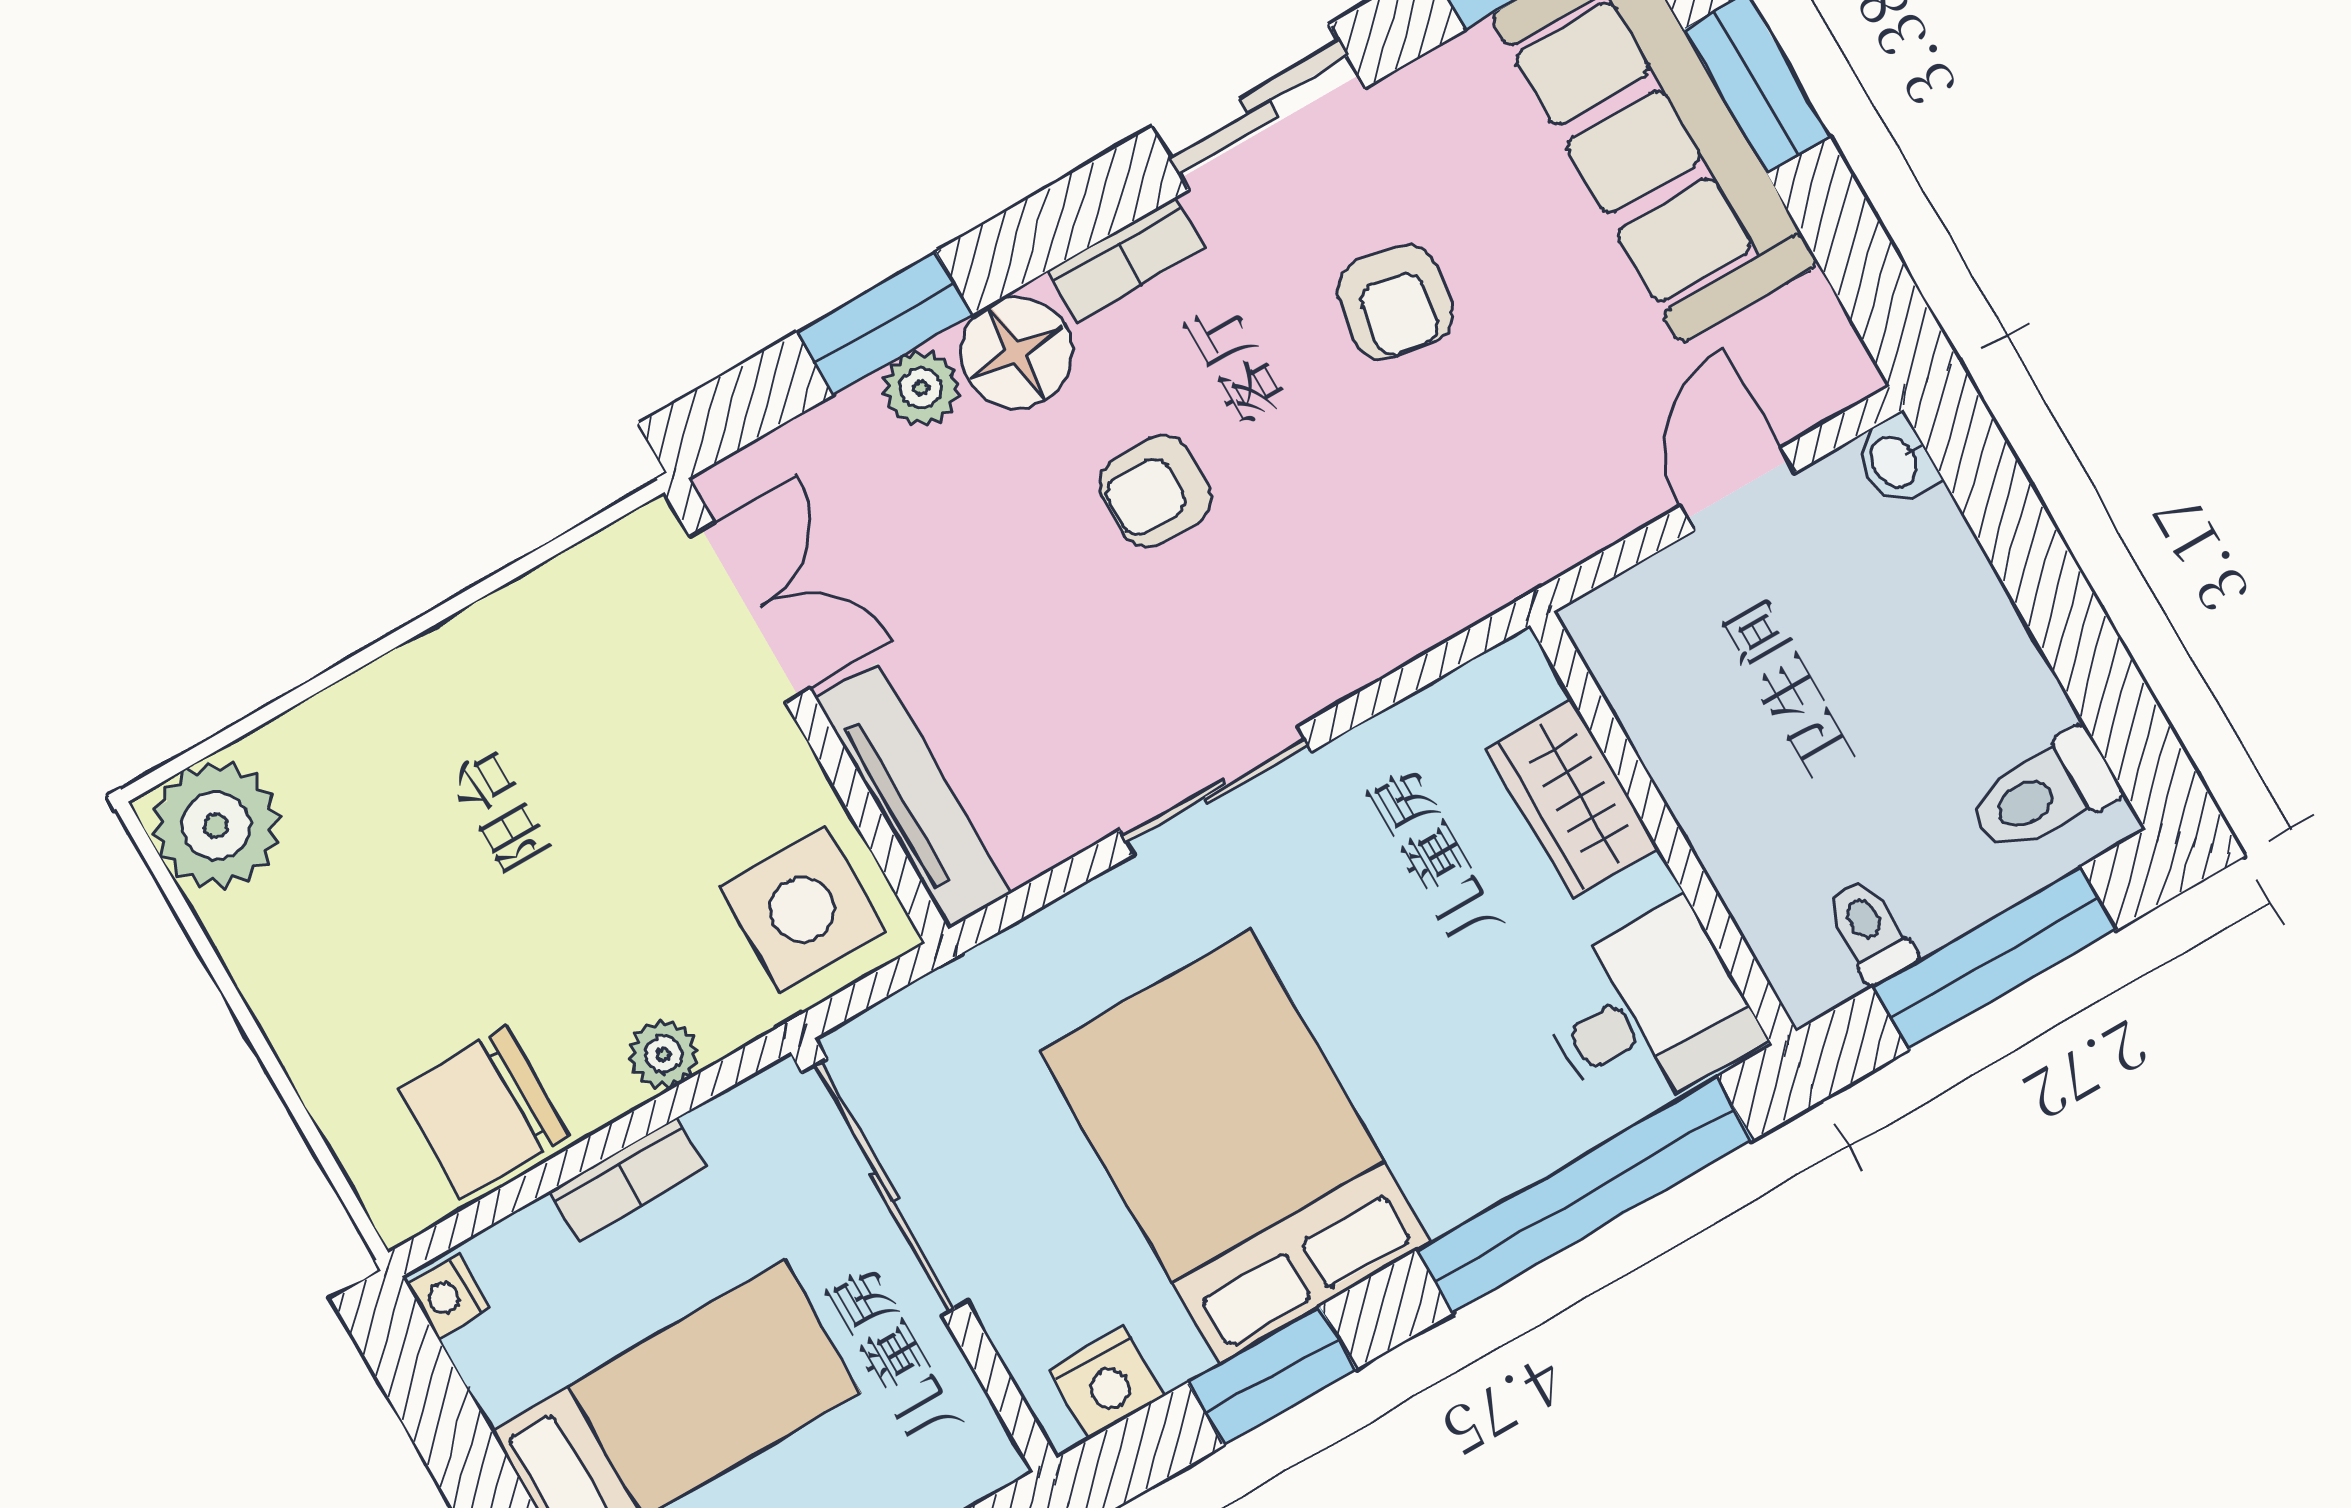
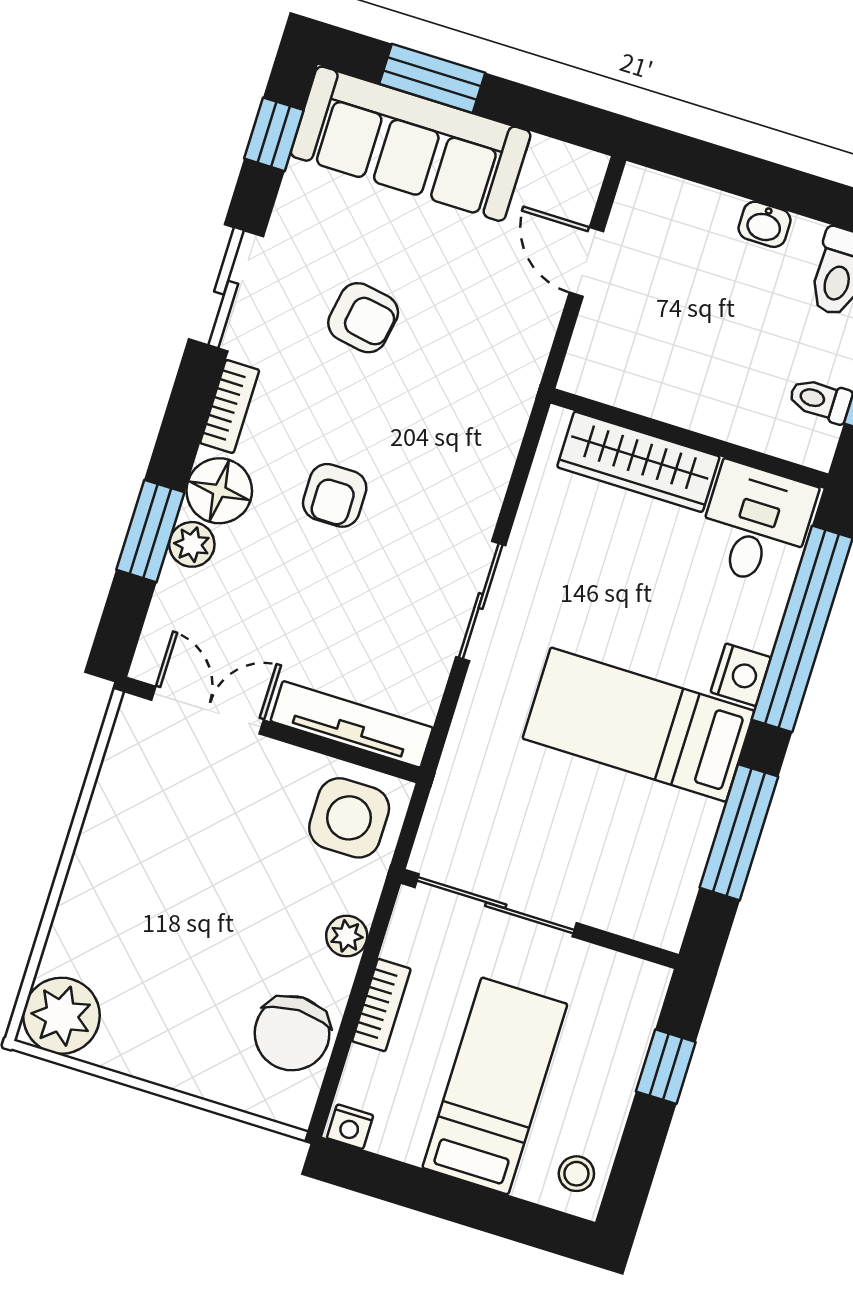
washbasin: (1895, 461) -> (764, 224), moved
wardrobe: (1573, 799) -> (638, 462), width x1.50
bed: (1235, 1147) -> (638, 725), width x0.67
window: (1272, 1376) -> (739, 832), width x1.44
nightstand: (1107, 1383) -> (741, 675), moved

